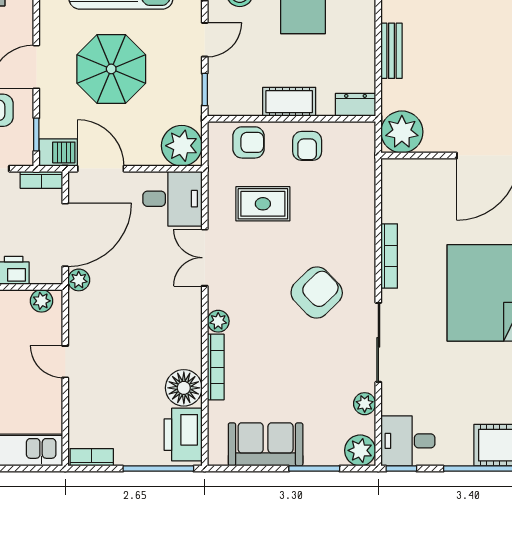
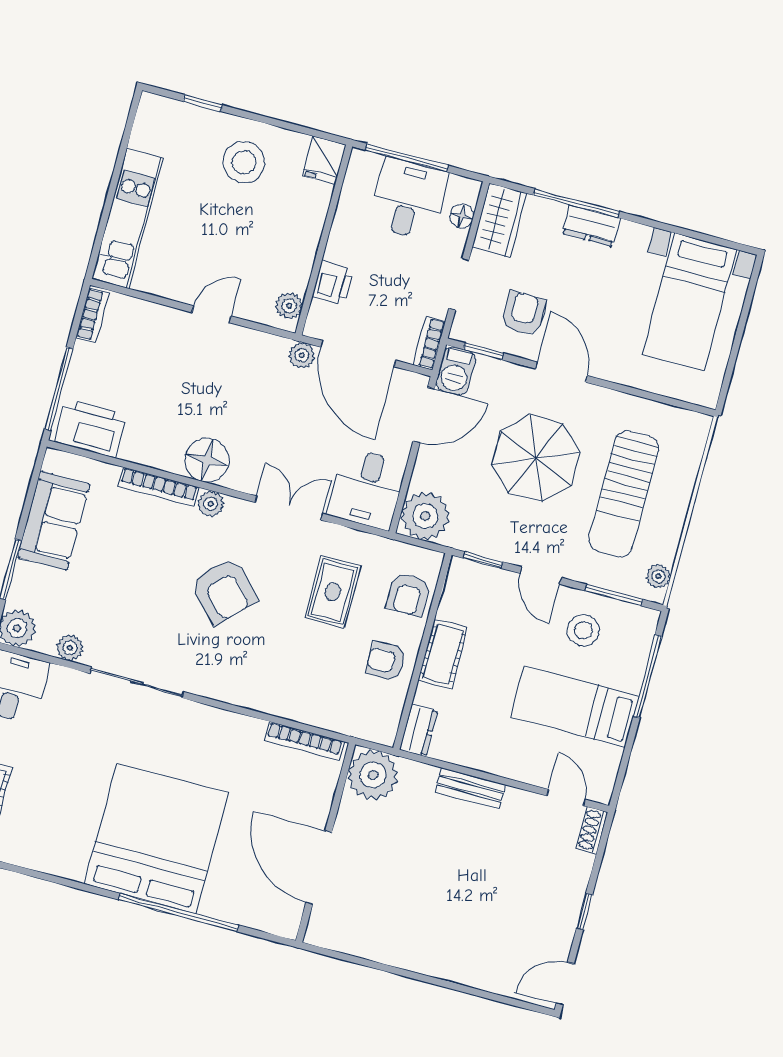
bookcase: (389, 256) -> (304, 741), moved
armchair: (317, 292) -> (224, 591), moved
floor lamp: (184, 388) -> (207, 460), moved

